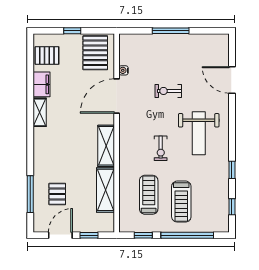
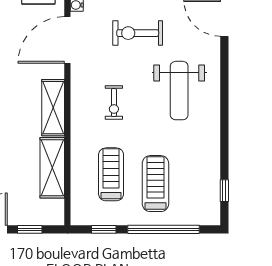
exercise bike: (168, 91) -> (138, 33), width x1.38, depth x1.39
exercise bike: (161, 148) -> (114, 103), moved
window: (232, 170) -> (224, 140), removed
treadmill: (181, 202) -> (155, 184), turned 180

